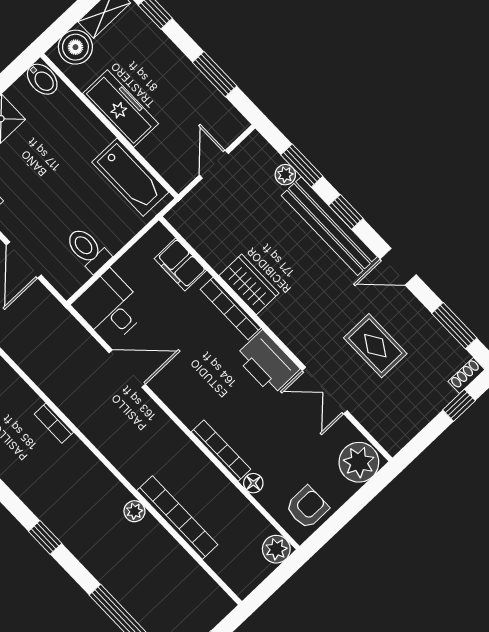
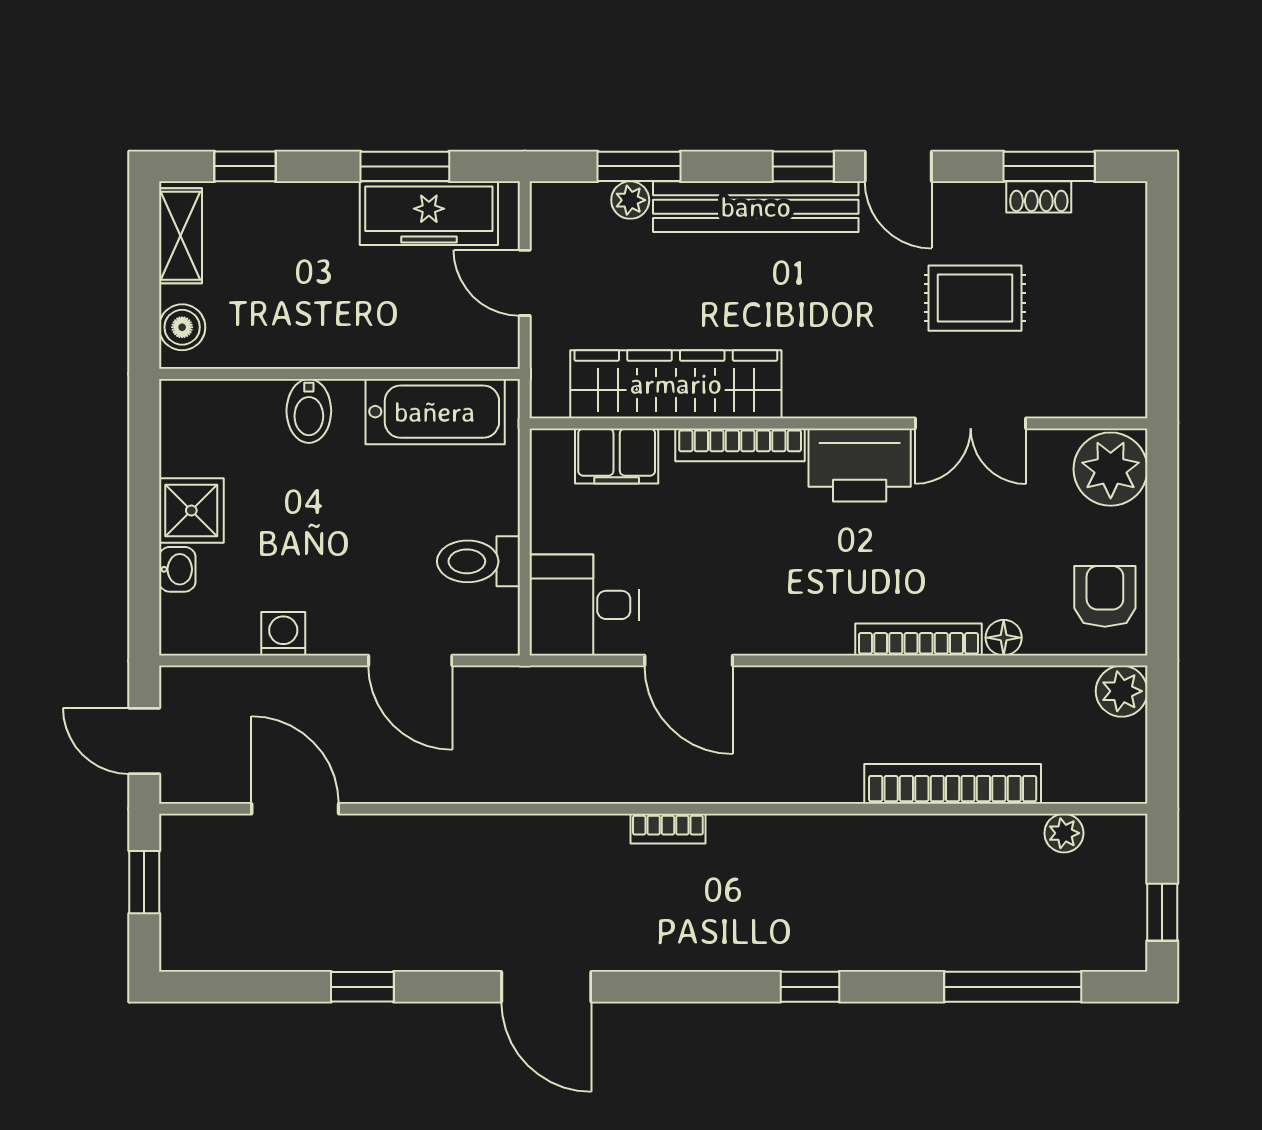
boiler: (75, 47) -> (182, 327), width x0.73, depth x0.73
bidet: (42, 79) -> (309, 411), moved, turned 90
freezer: (120, 109) -> (429, 213), moved, turned 180
window: (346, 212) -> (803, 166), moved
door: (398, 267) -> (898, 166), hinge flipped
wardrobe: (249, 284) -> (676, 384), width x2.10, depth x1.17
door: (127, 369) -> (689, 661), swing flipped
shoe rack: (466, 375) -> (1039, 197), moved, turned -90
window: (459, 405) -> (1162, 262), removed
plant: (134, 511) -> (1064, 833), moved

